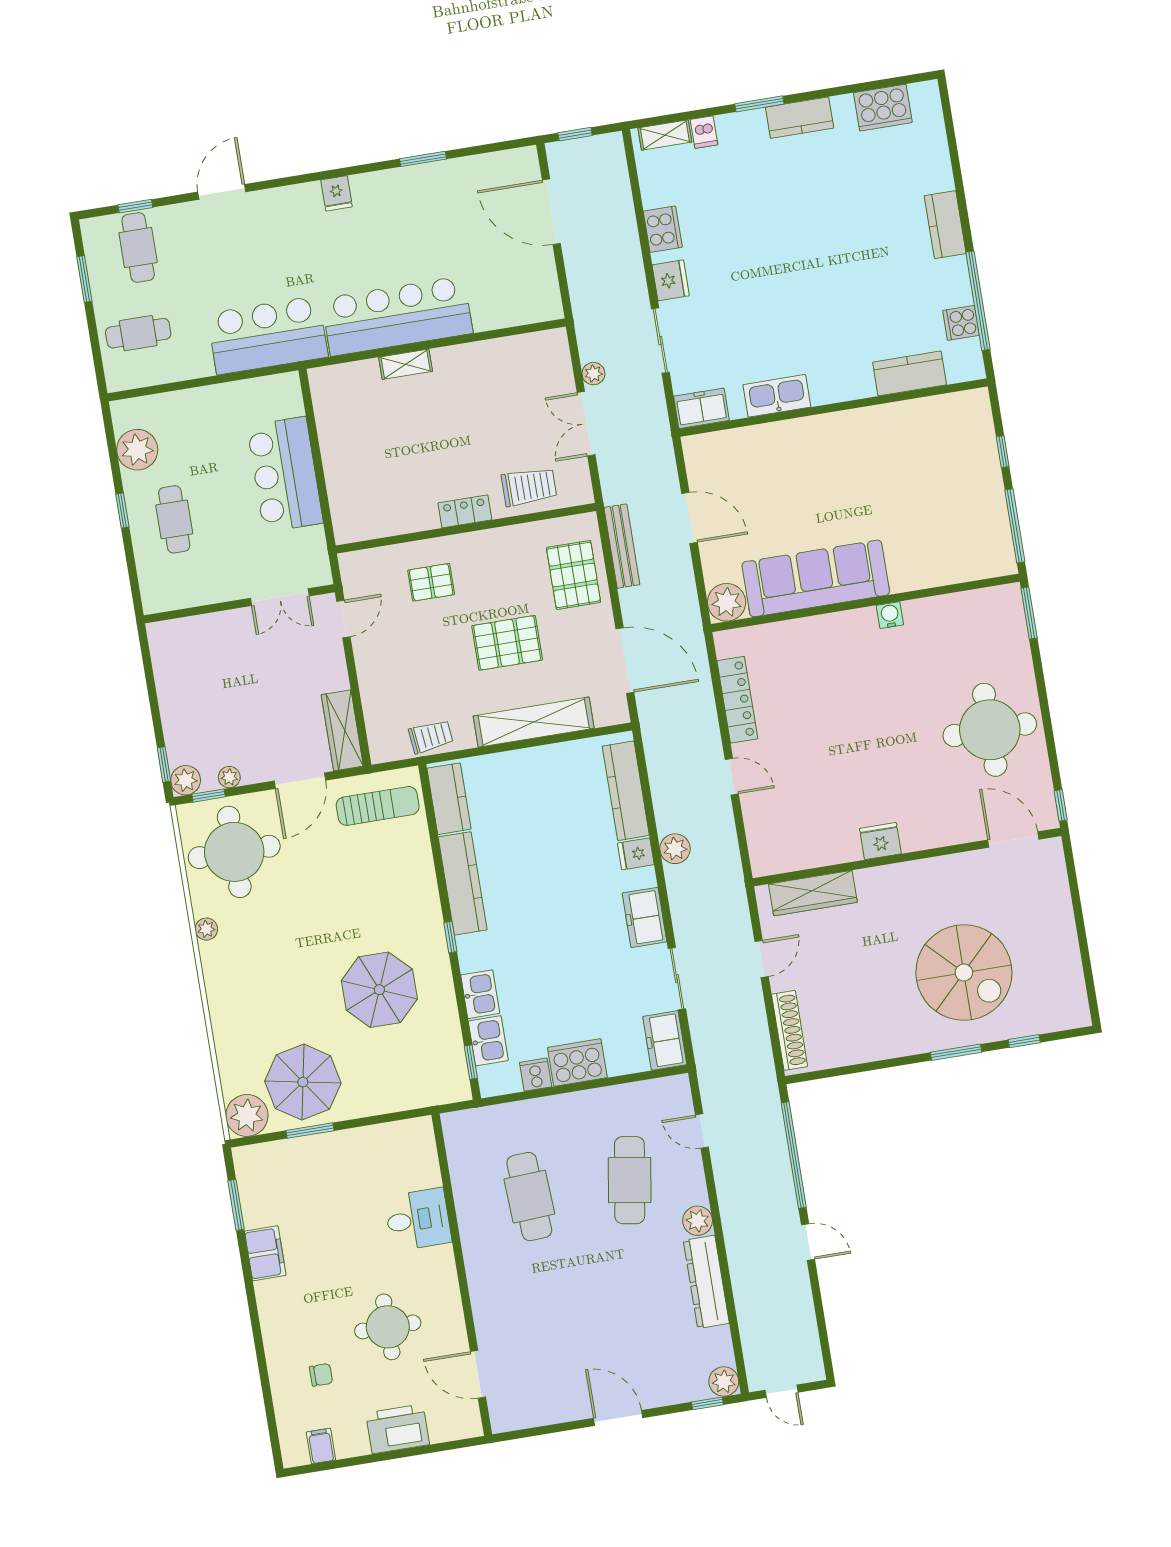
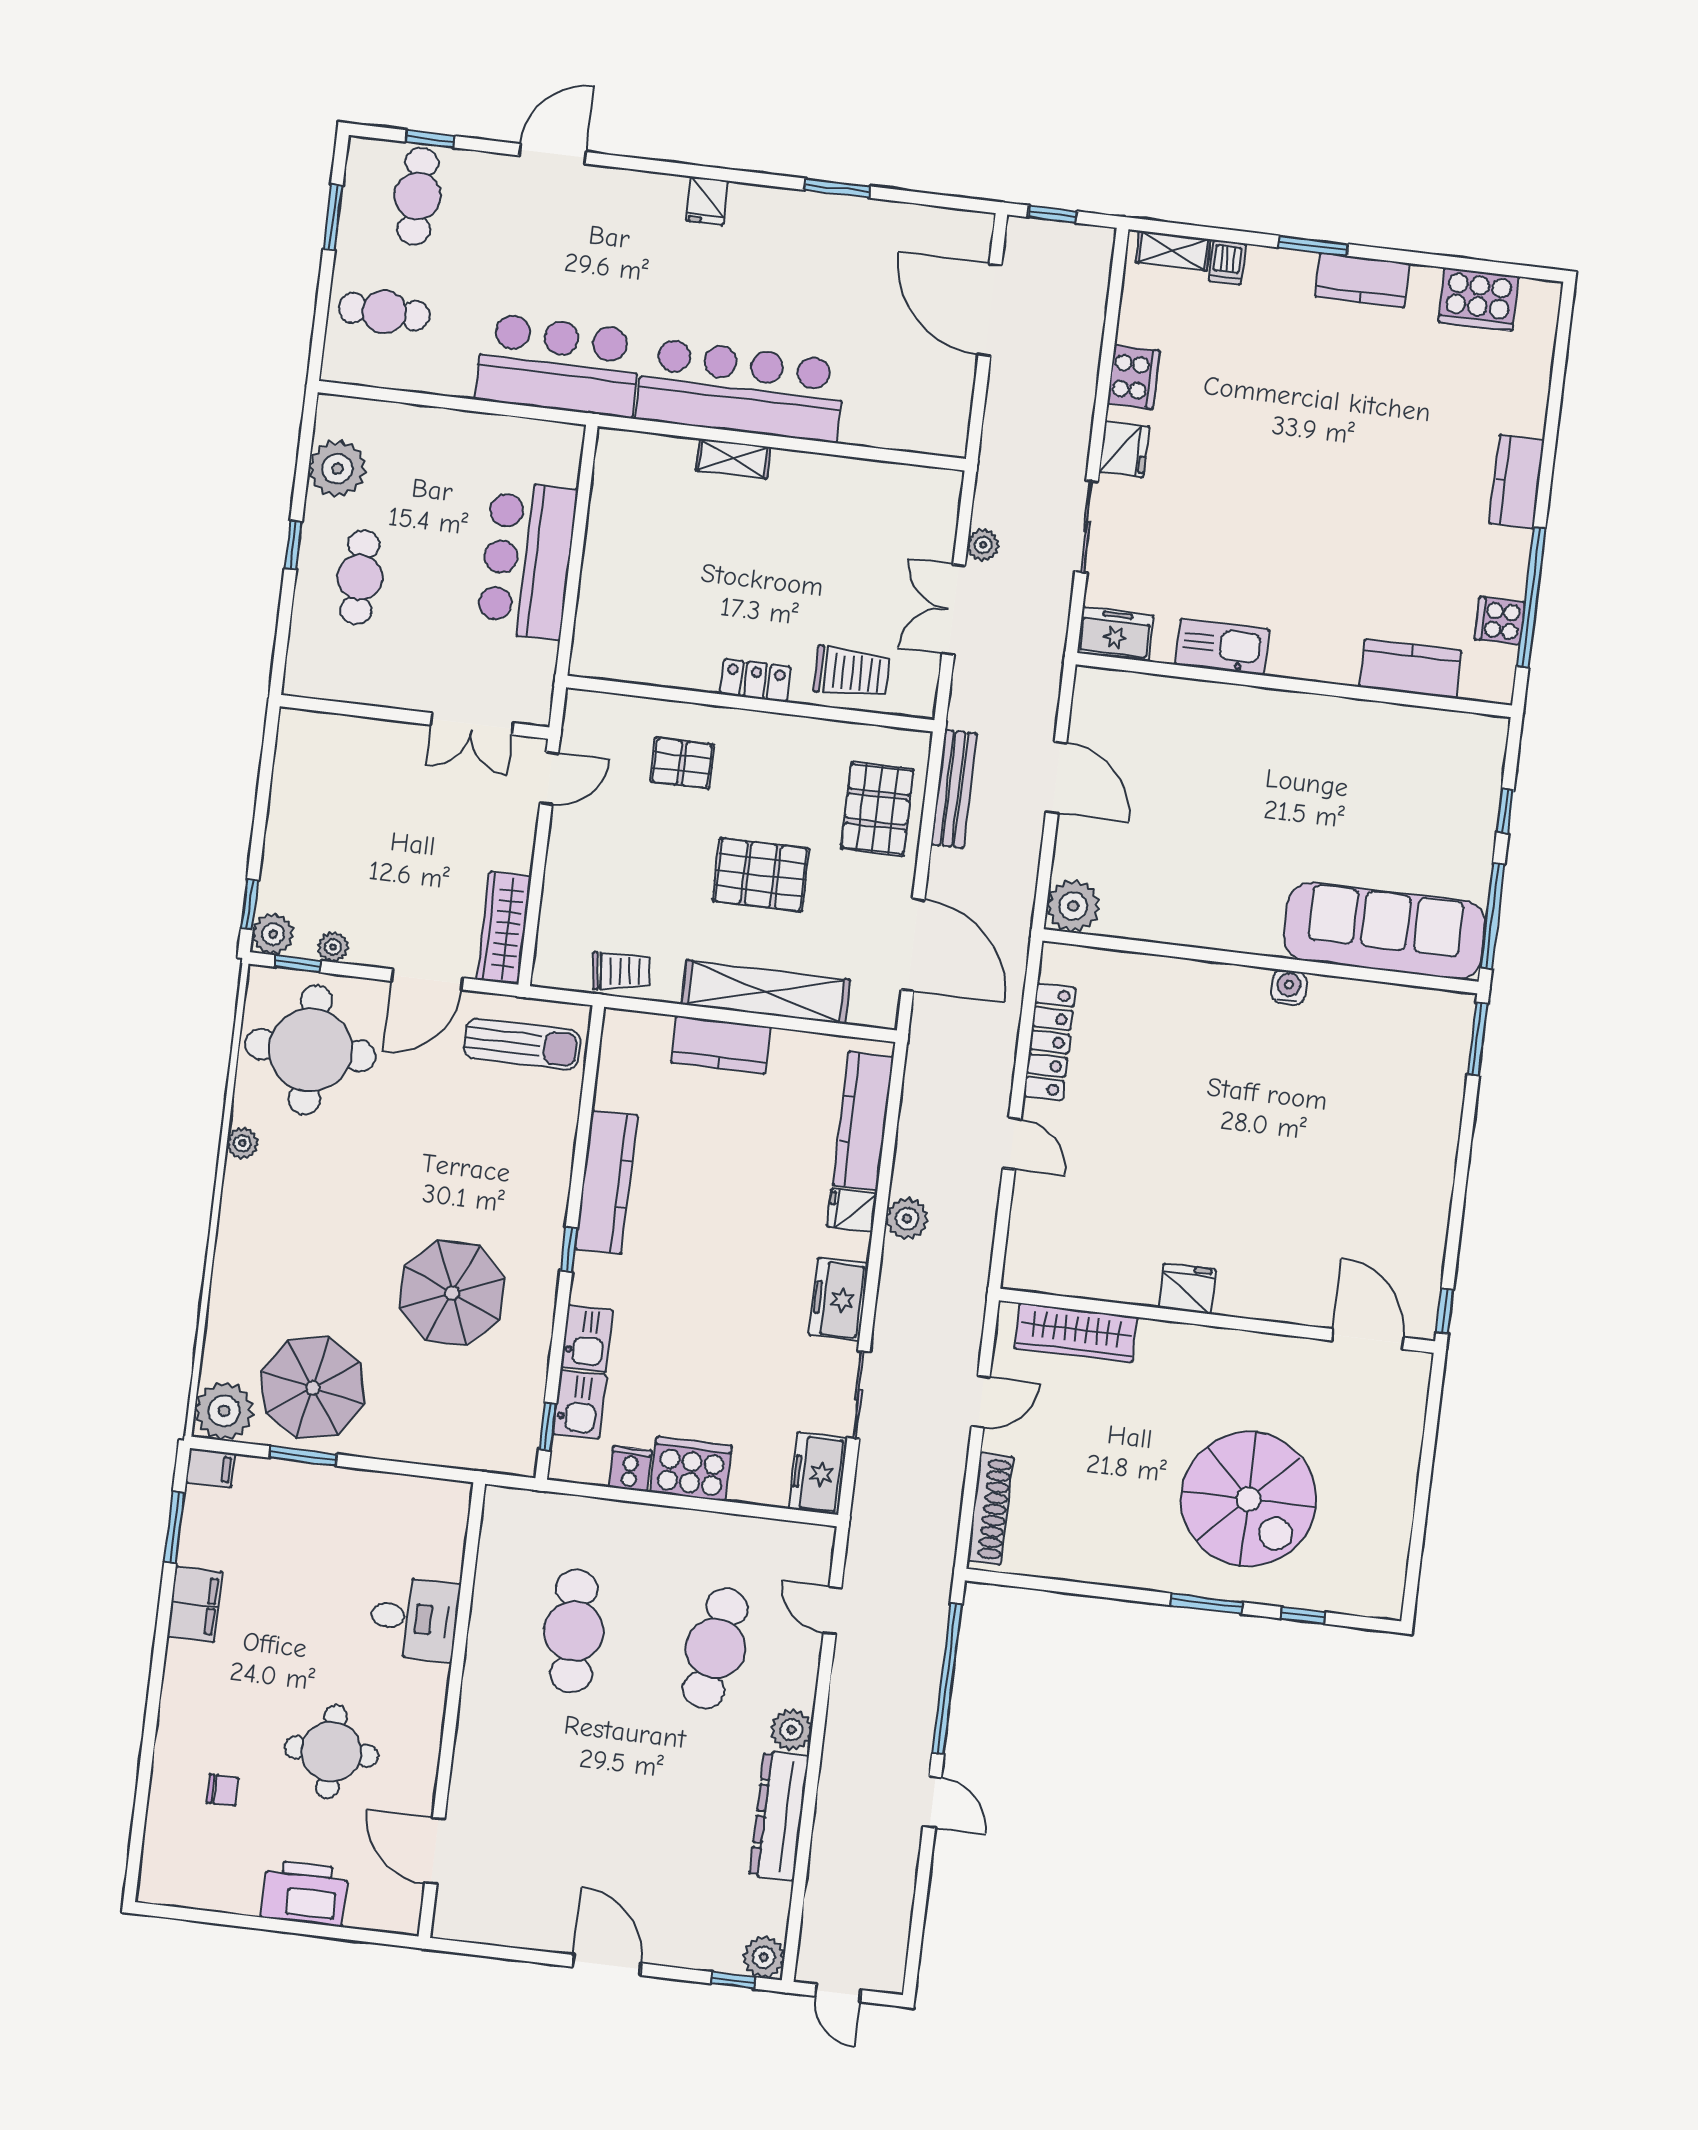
sofa: (816, 578) -> (1385, 931), moved
round table: (990, 730) -> (1379, 1181), removed
kitchen counter: (449, 799) -> (721, 1045), moved, turned 90
filing cabinet: (321, 1446) -> (210, 1468), moved, turned 90

